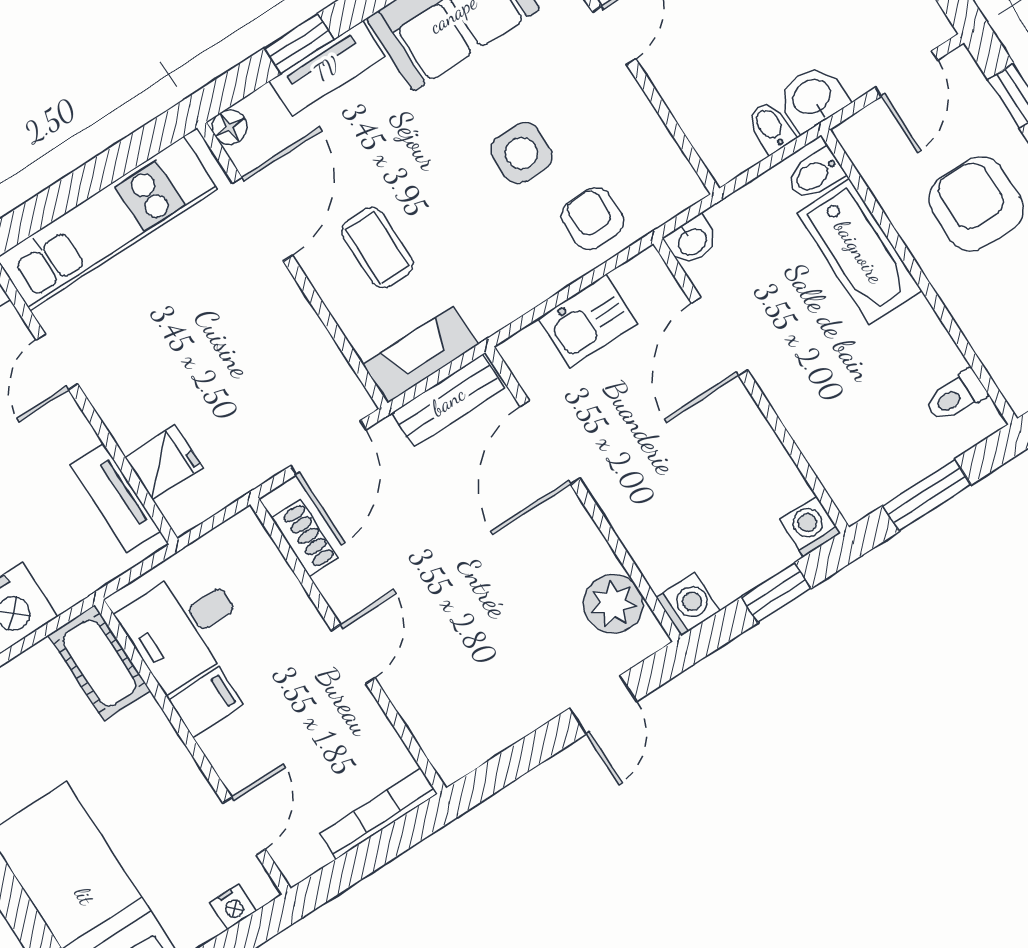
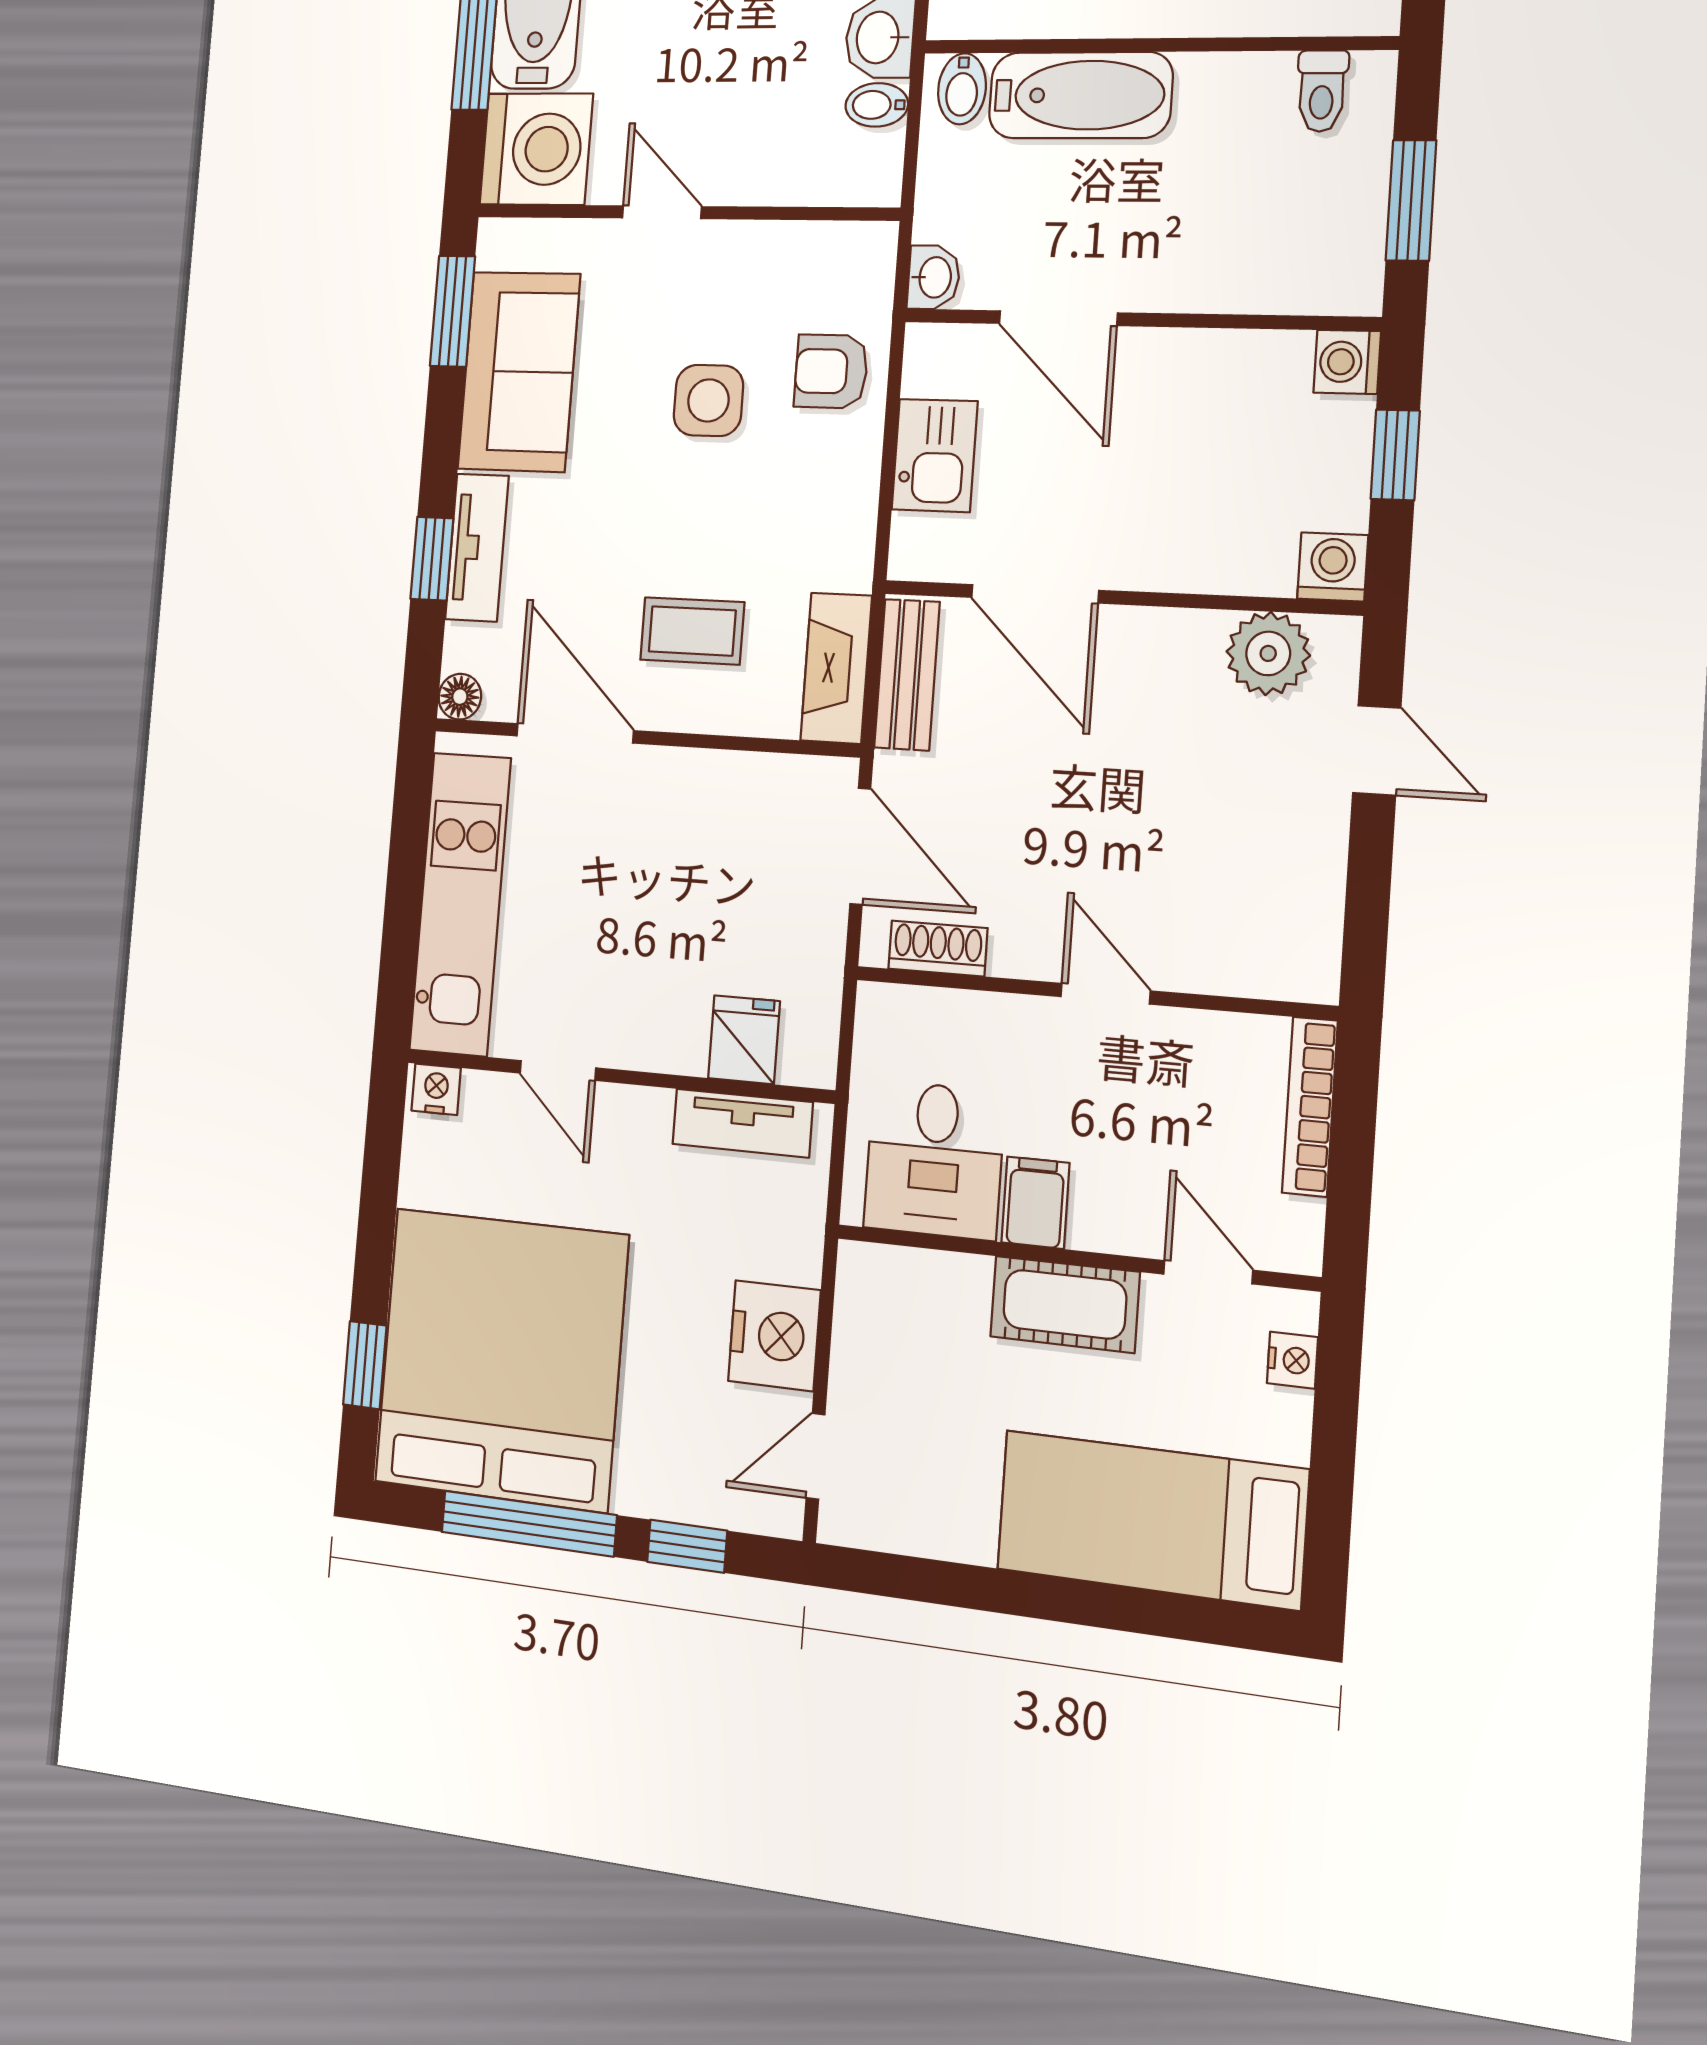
cot: (99, 663) -> (1065, 1304), moved

